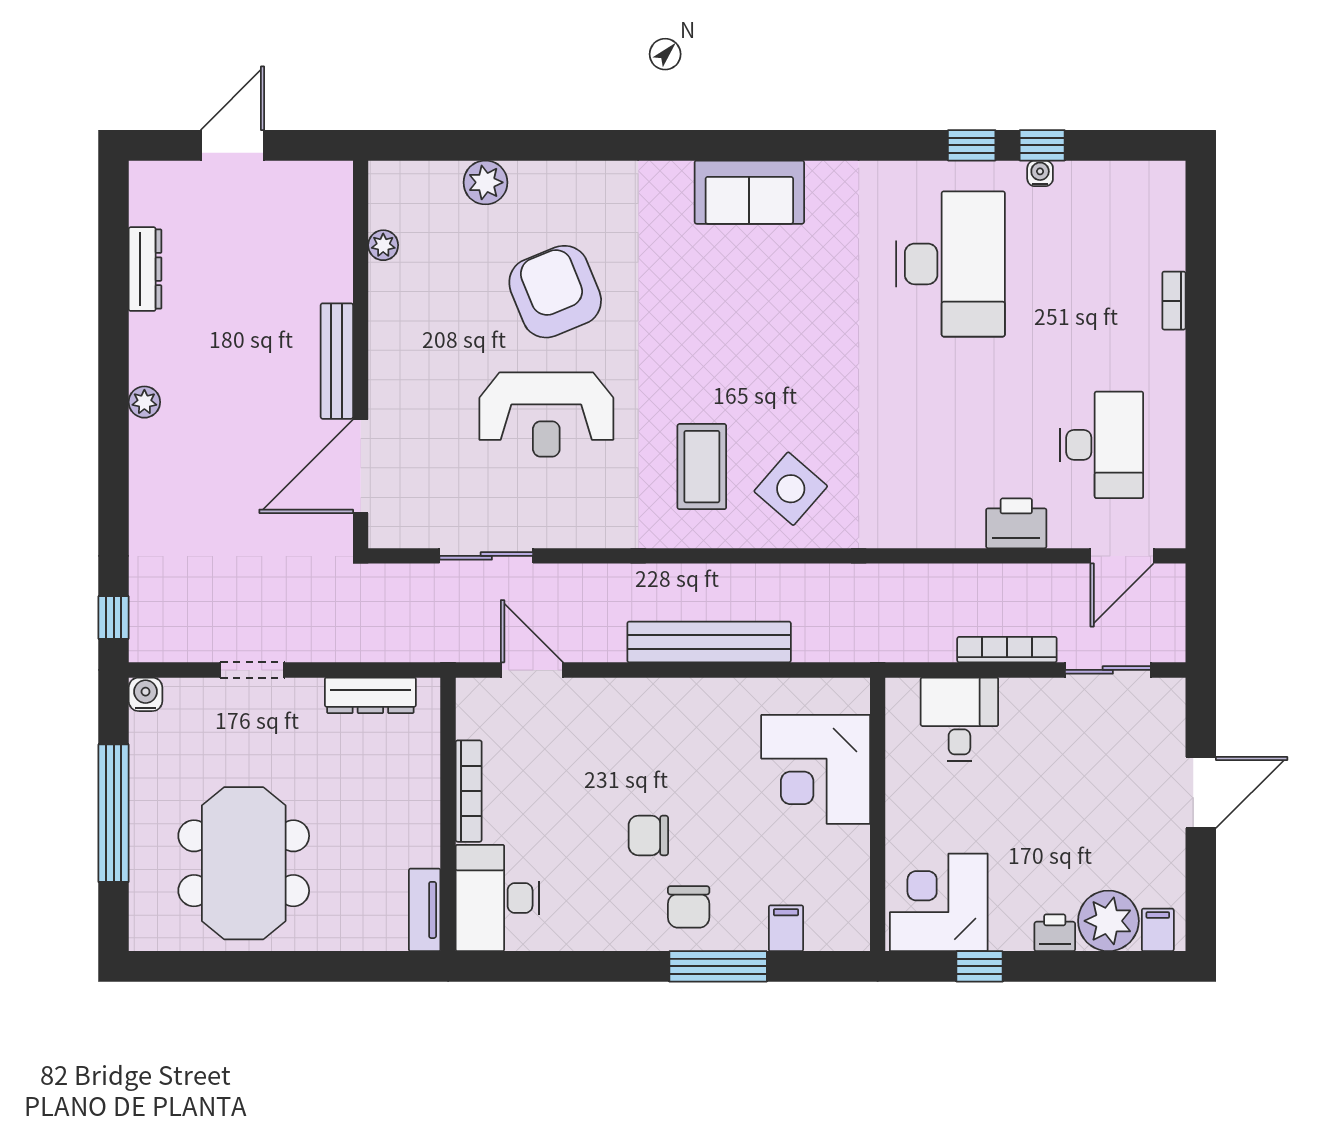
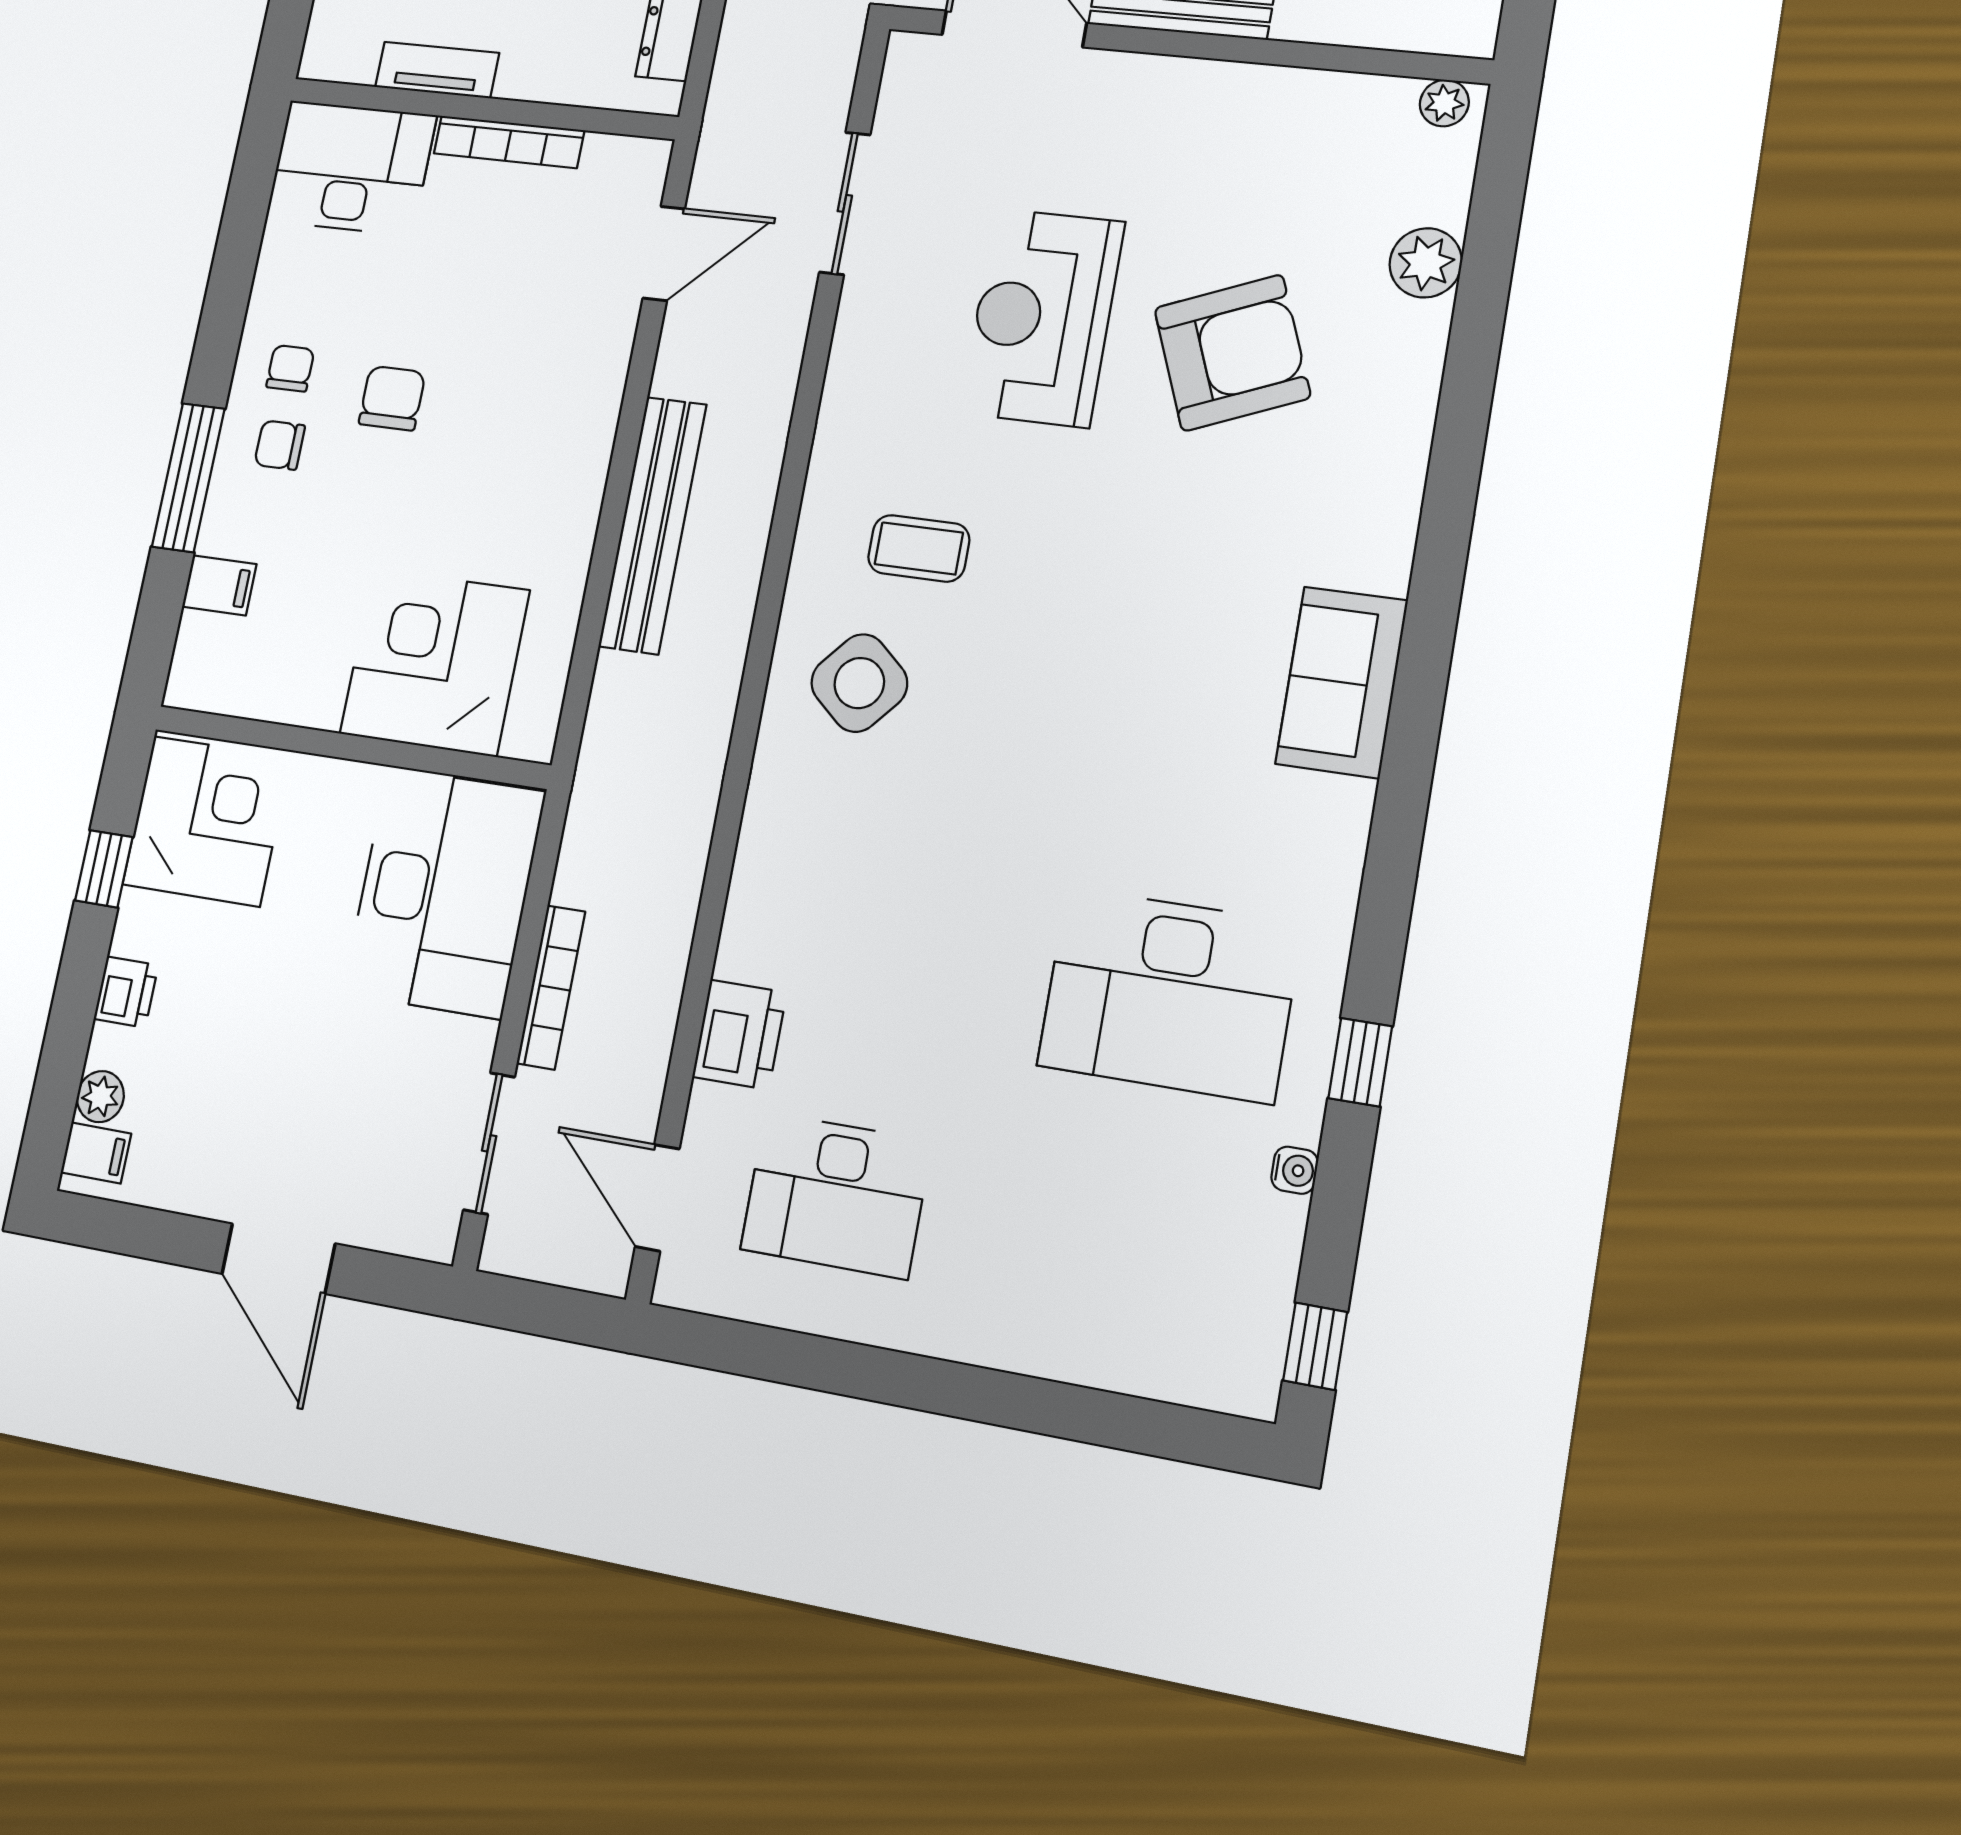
window: (1042, 145) -> (1315, 1346), moved
plant: (383, 245) -> (1444, 103), moved
bookcase: (1174, 301) -> (1046, 1360), removed
coffee table: (702, 467) -> (919, 548), width x0.73, depth x0.77
desk: (959, 719) -> (444, 892), width x1.87, depth x1.30
chair: (689, 907) -> (280, 445), width x0.73, depth x0.73
tv unit: (425, 910) -> (437, 70), moved
chair: (637, 911) -> (290, 368), added
plant: (1108, 921) -> (100, 1097), width x0.53, depth x0.53

